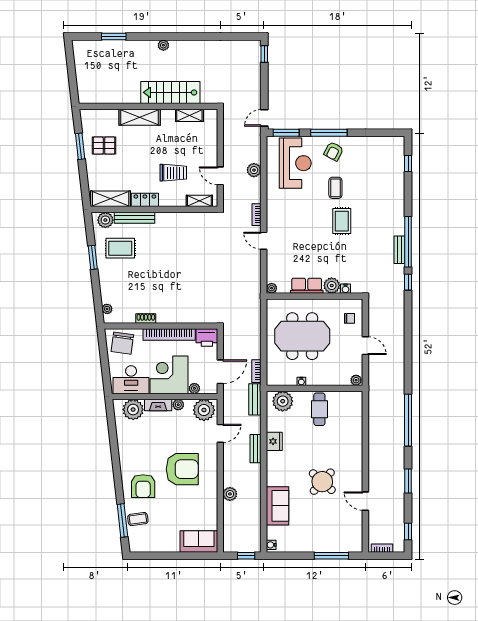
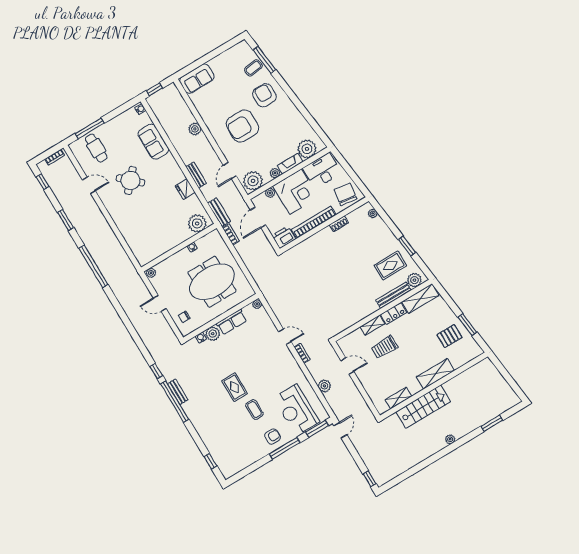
armchair: (334, 151) -> (273, 436), turned 62
shelving: (199, 201) -> (372, 325), moved
cafe table: (319, 409) -> (96, 148), moved

